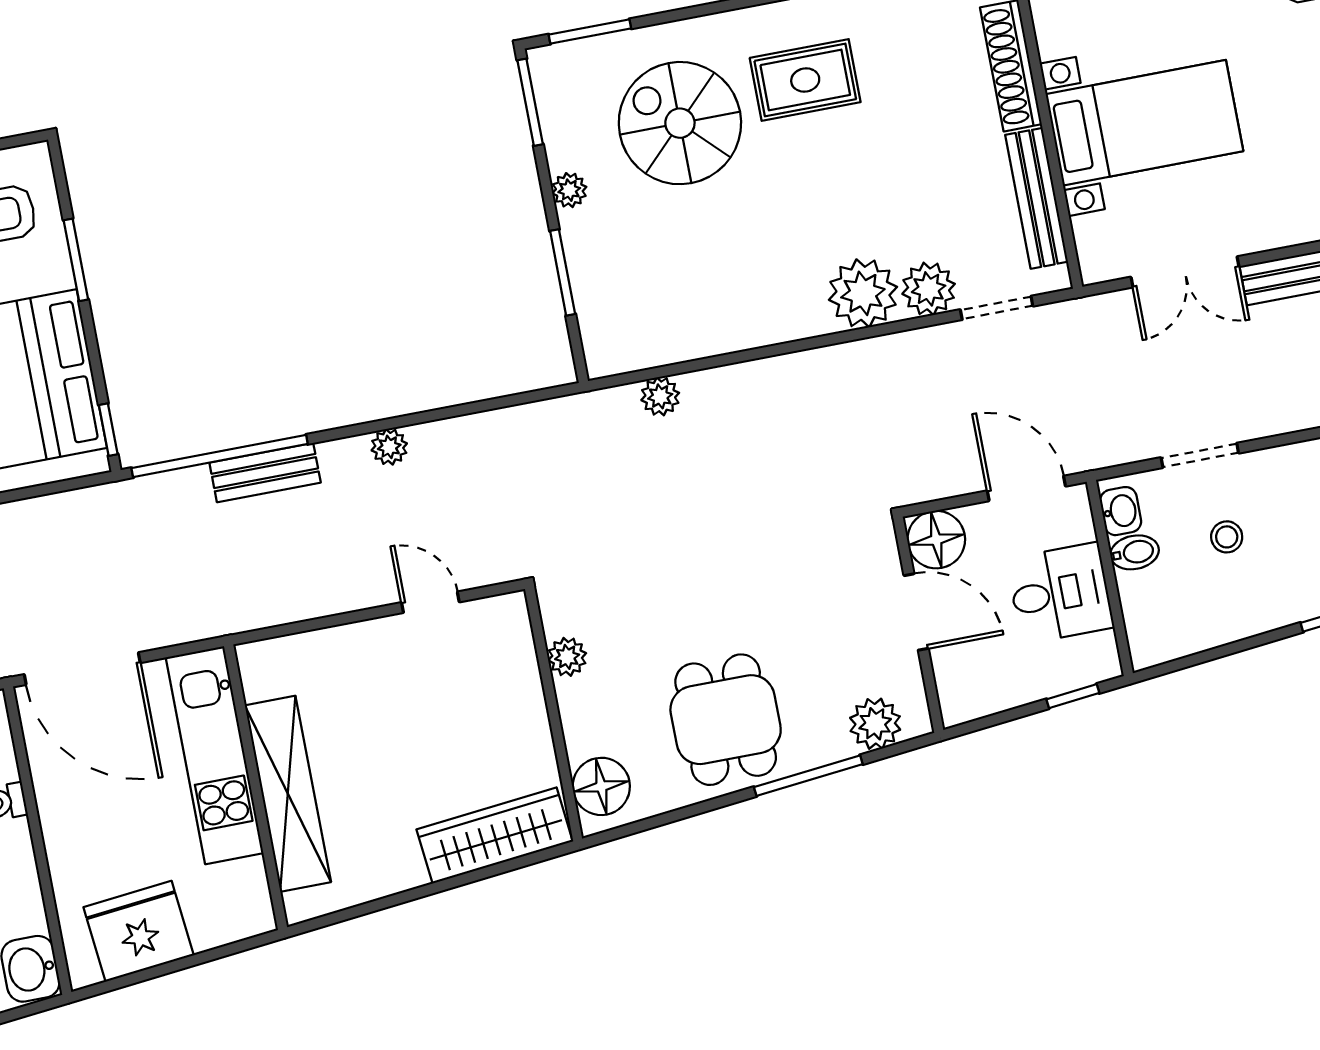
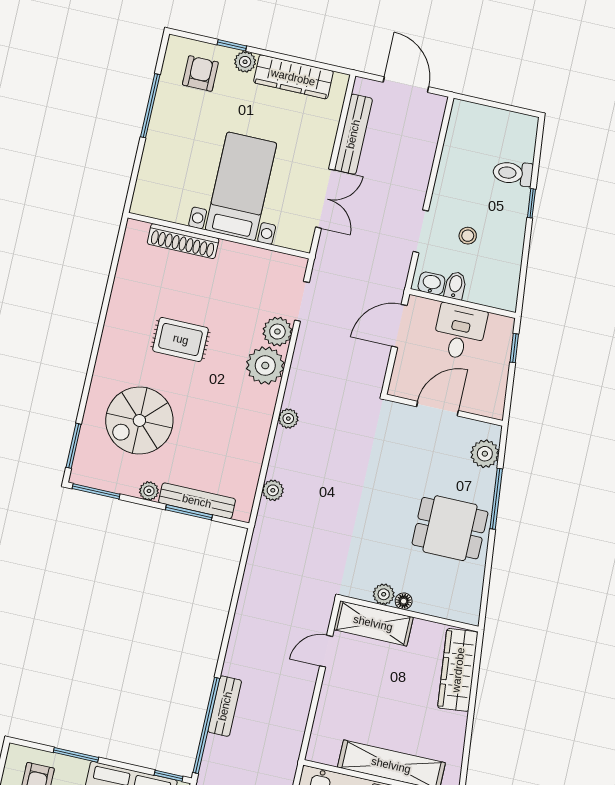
rug: (805, 80) -> (181, 339), moved, turned 90
bench: (1037, 198) -> (197, 501), moved
plant: (389, 447) -> (288, 419), moved
floor lamp: (936, 540) -> (405, 383), removed
shelving: (511, 661) -> (373, 623), added
floor lamp: (601, 786) -> (404, 601), moved, width x0.53, depth x0.53

